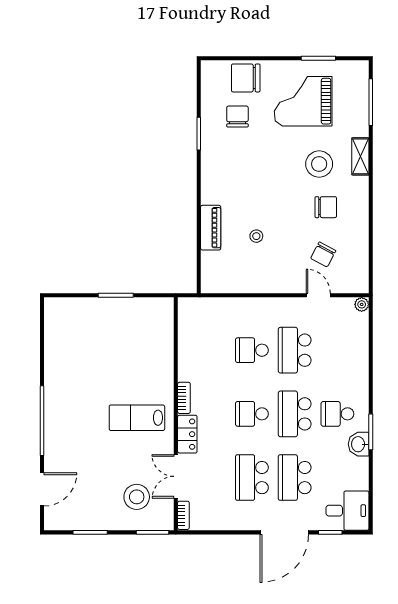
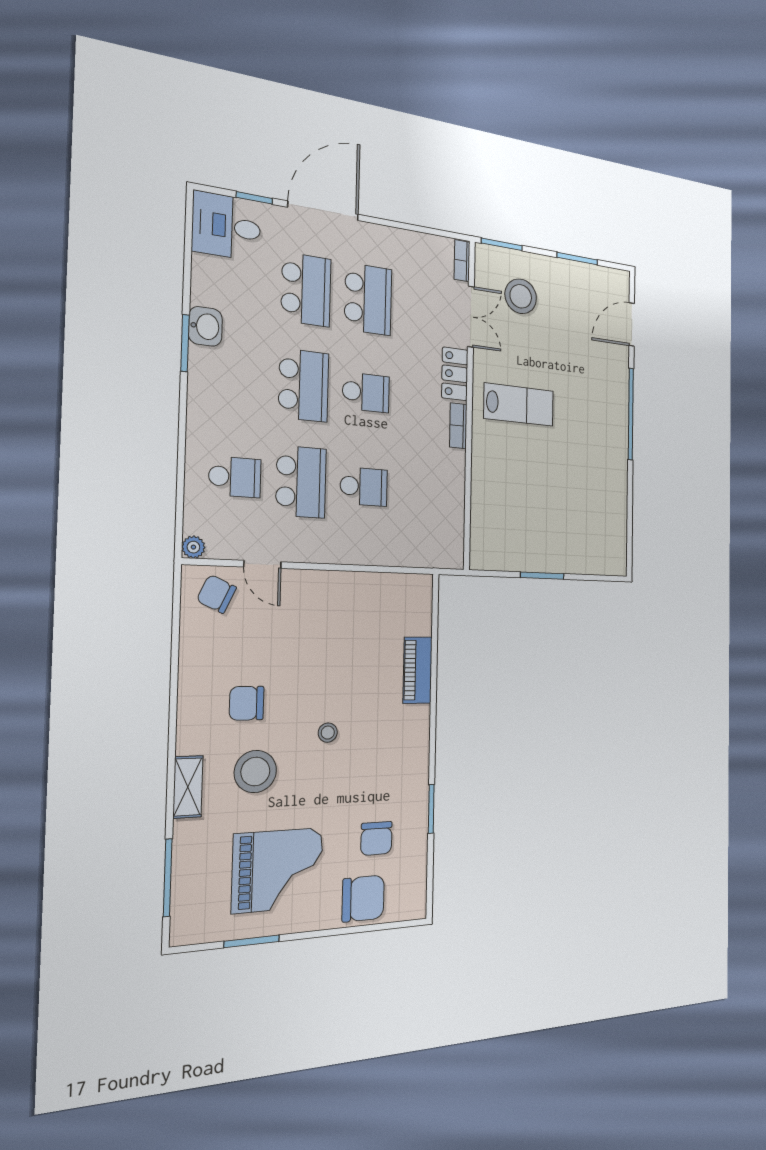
stool: (256, 236) -> (328, 733), moved
chair: (323, 254) -> (216, 594), moved, turned -93
school desk: (337, 414) -> (235, 477), moved

